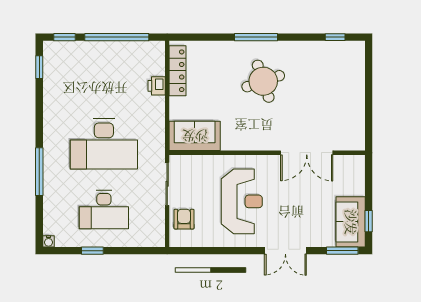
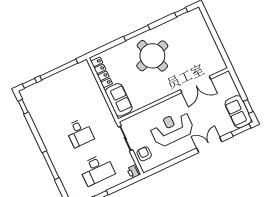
round table: (263, 81) -> (152, 56), width x1.36, depth x1.36
printer: (157, 86) -> (134, 172), moved
sofa: (195, 136) -> (119, 100), moved, turned 90
desk: (104, 144) -> (80, 133), width x0.53, depth x0.77
reception desk: (242, 201) -> (172, 129), turned -90
double door: (285, 251) -> (209, 145), swing flipped

